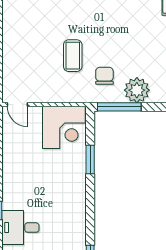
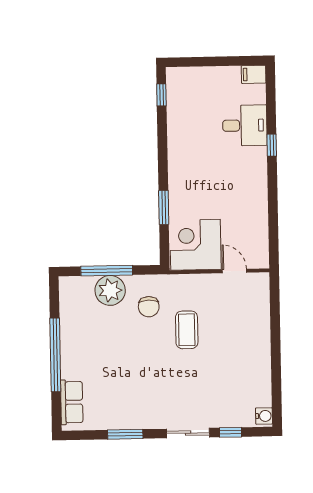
door: (17, 105) -> (234, 271), moved
window: (119, 107) -> (107, 271), moved

